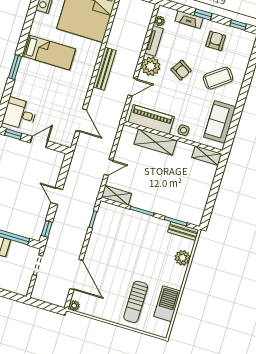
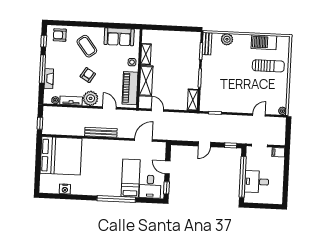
window: (203, 14) -> (42, 69), width x2.17
armchair: (216, 41) -> (60, 35), moved
bed: (49, 52) -> (131, 178), moved
window: (15, 67) -> (116, 199), width x2.11
shelving: (207, 156) -> (146, 54), moved
door: (109, 167) -> (158, 110), moved
door: (76, 275) -> (259, 115), width x0.53
filing cabinet: (23, 287) -> (278, 152), added

